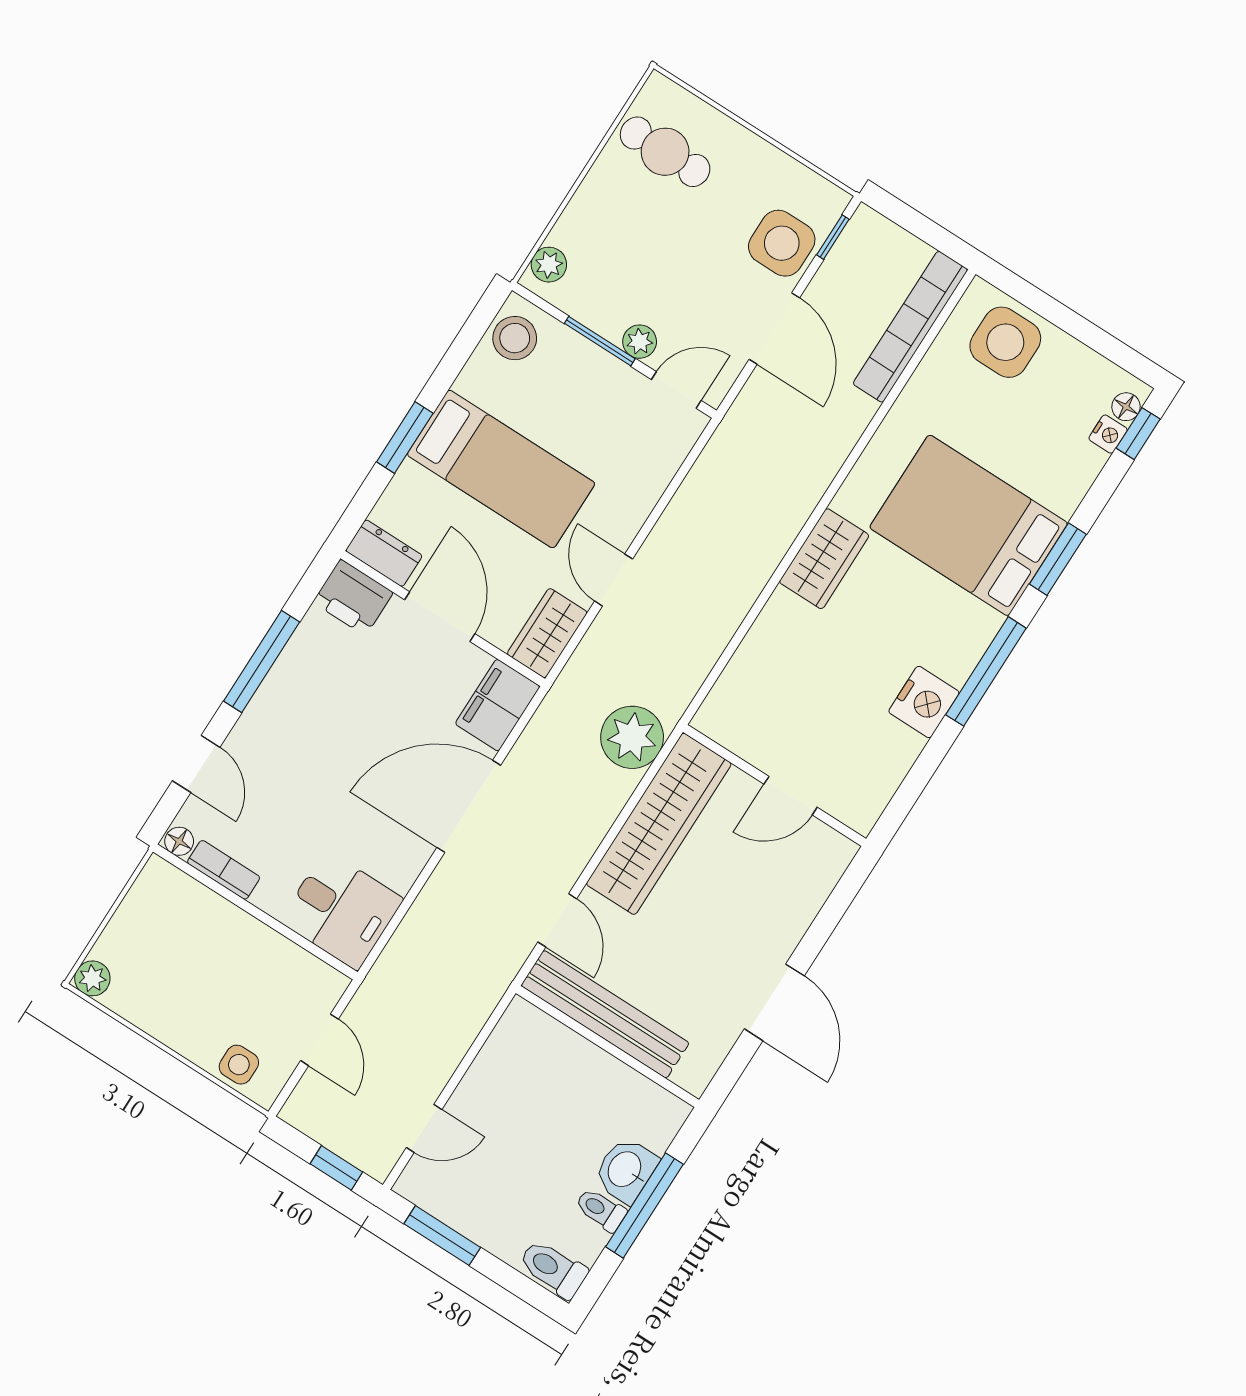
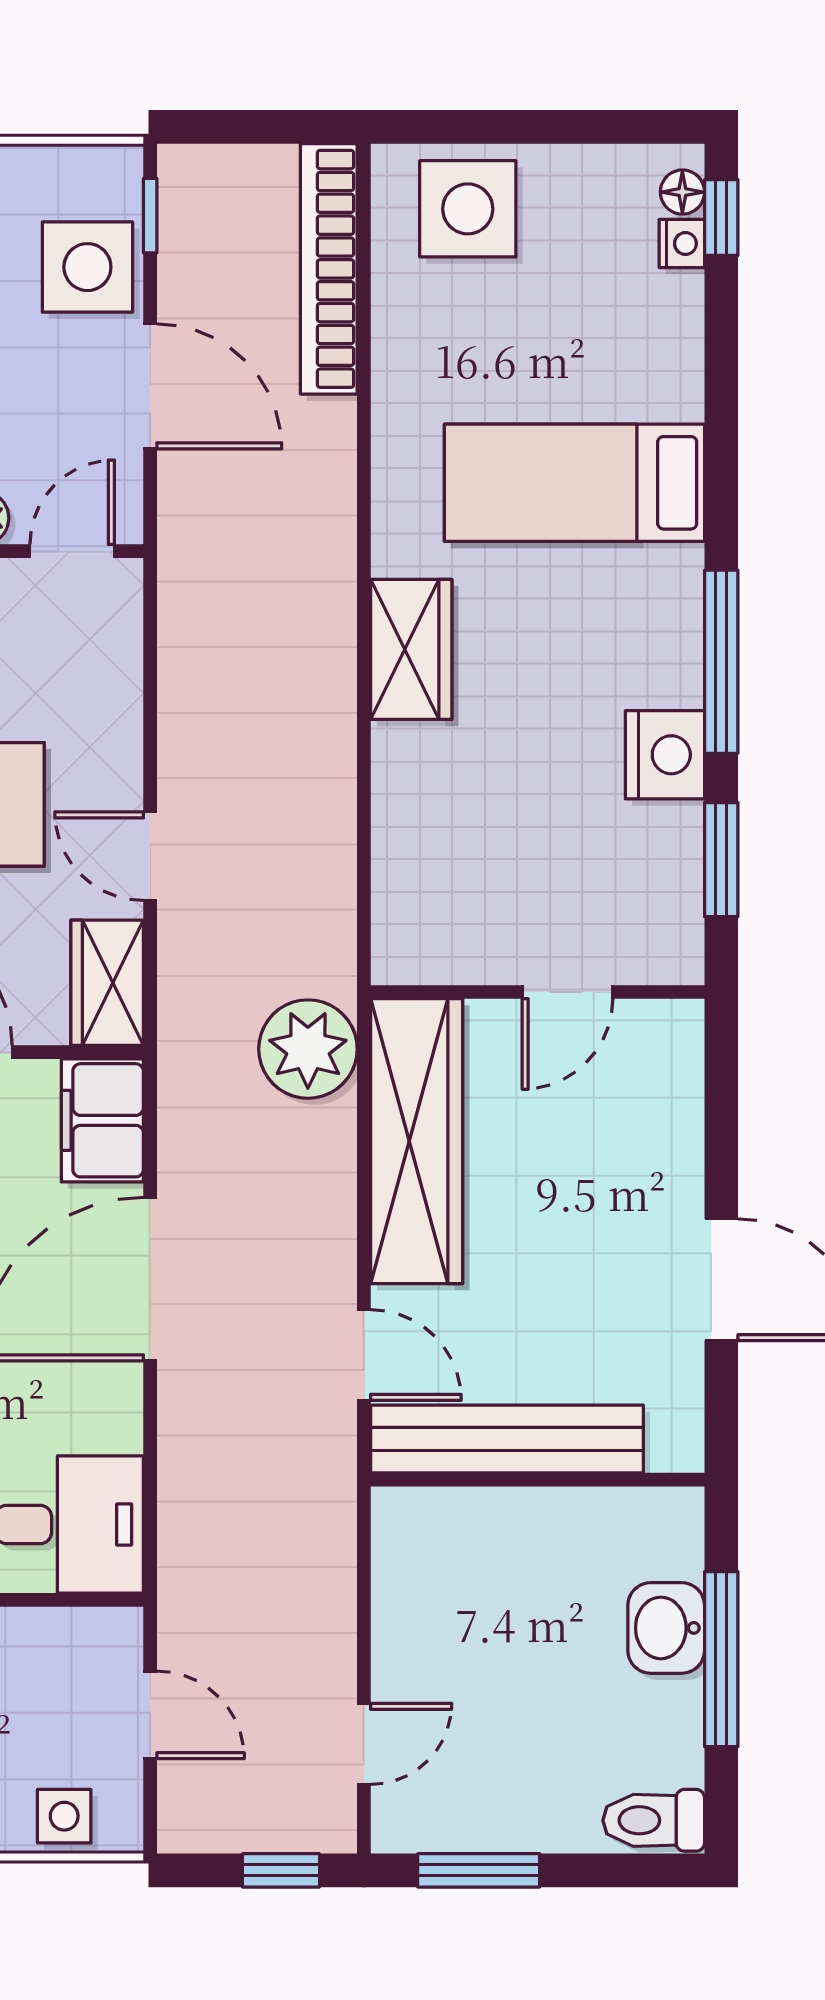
bed: (969, 525) -> (574, 483), width x0.67
window: (1058, 559) -> (721, 860), moved
toilet: (601, 1210) -> (667, 1702), removed

